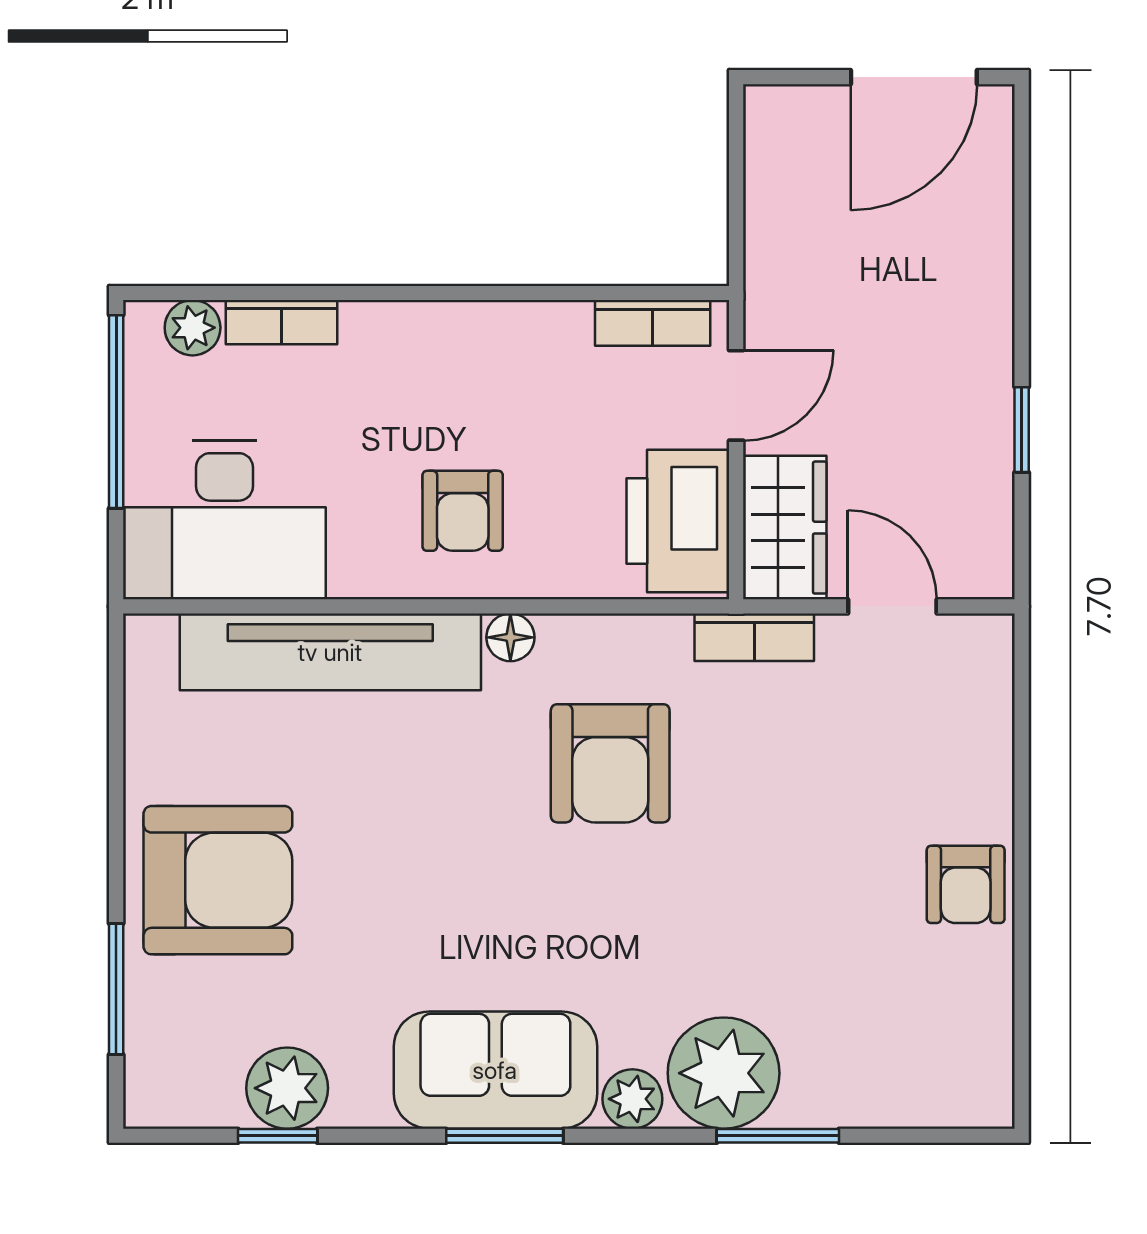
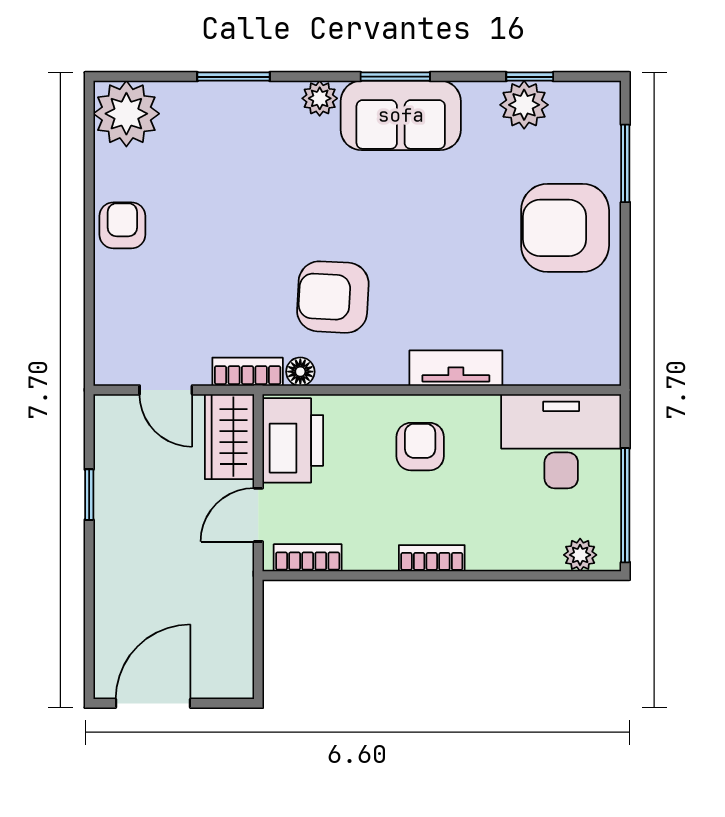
bookcase: (282, 322) -> (432, 558), moved
floor lamp: (510, 637) -> (300, 372), moved
tv unit: (330, 652) -> (456, 368), width x0.52, depth x0.78
armchair: (610, 763) -> (333, 297), turned -87
plant: (724, 1073) -> (126, 114), moved

